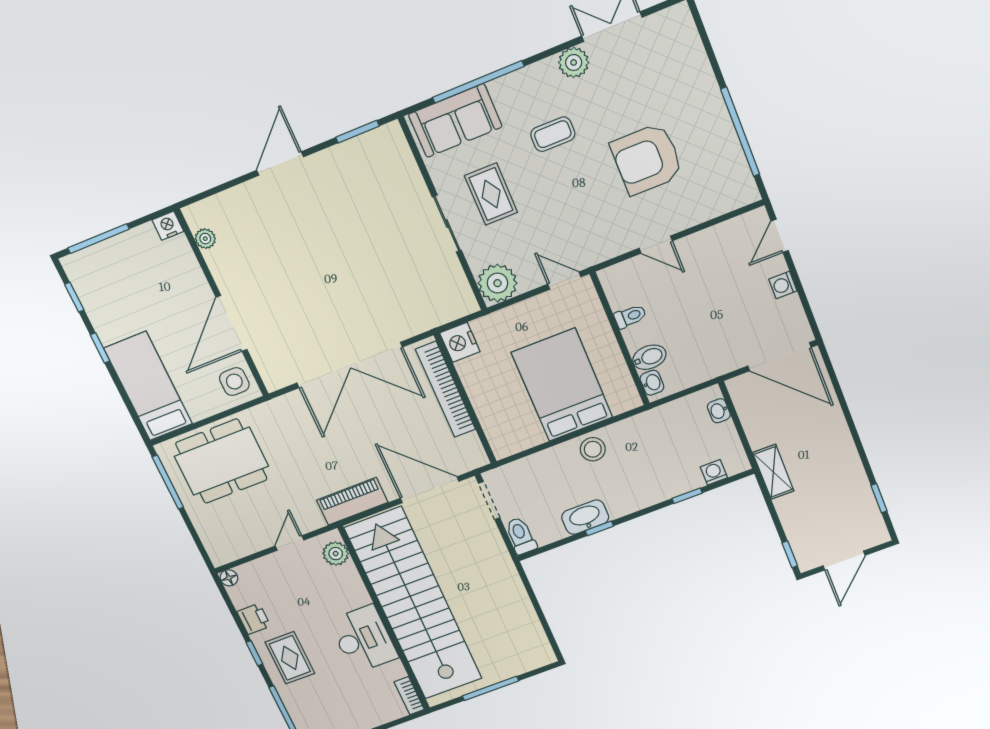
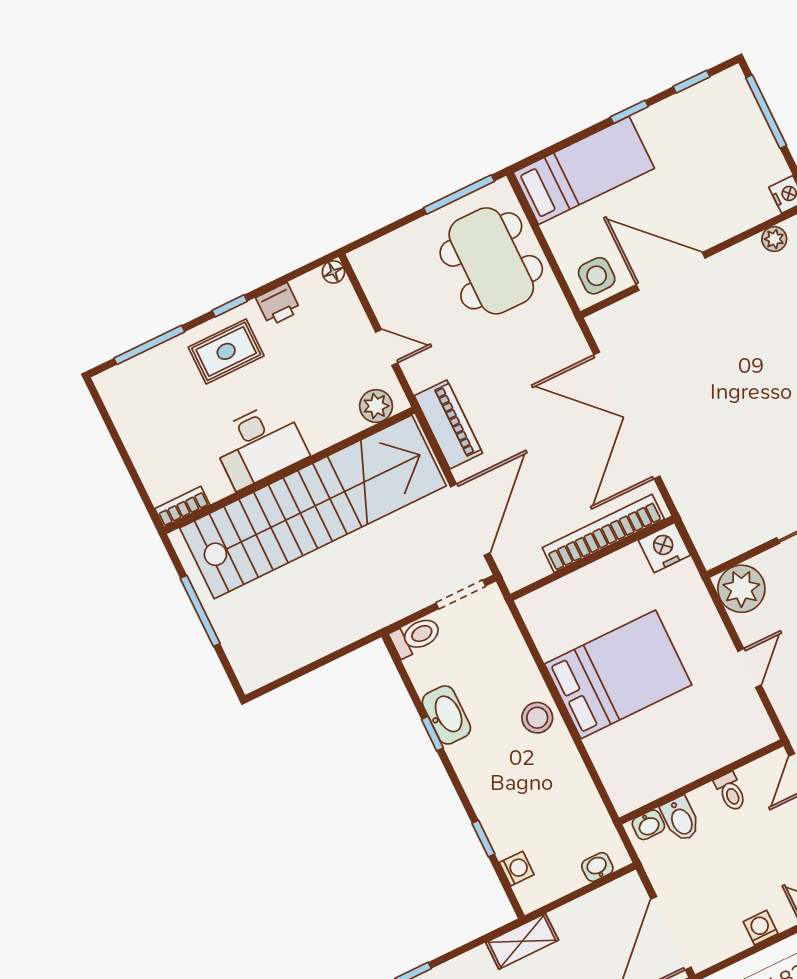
toilet: (630, 316) -> (730, 792), moved
wall: (620, 339) -> (701, 782), moved
bidet: (649, 357) -> (681, 819), moved
washbasin: (652, 383) -> (648, 825), moved

